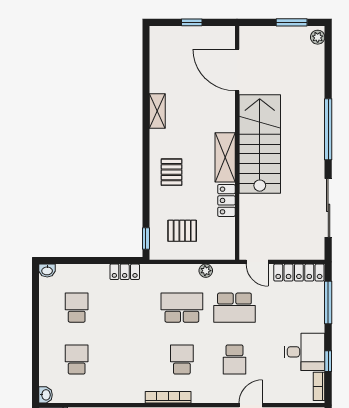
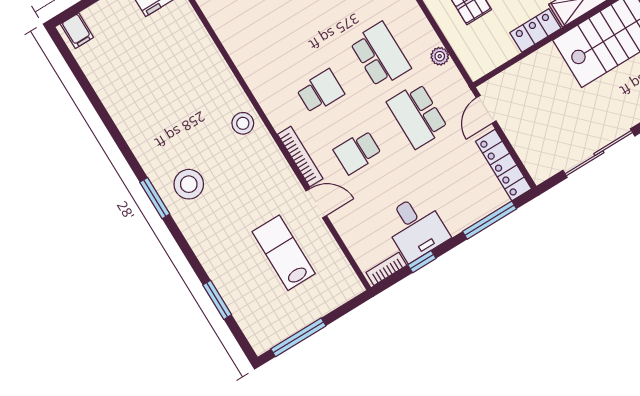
bookcase: (168, 397) -> (300, 157), moved

